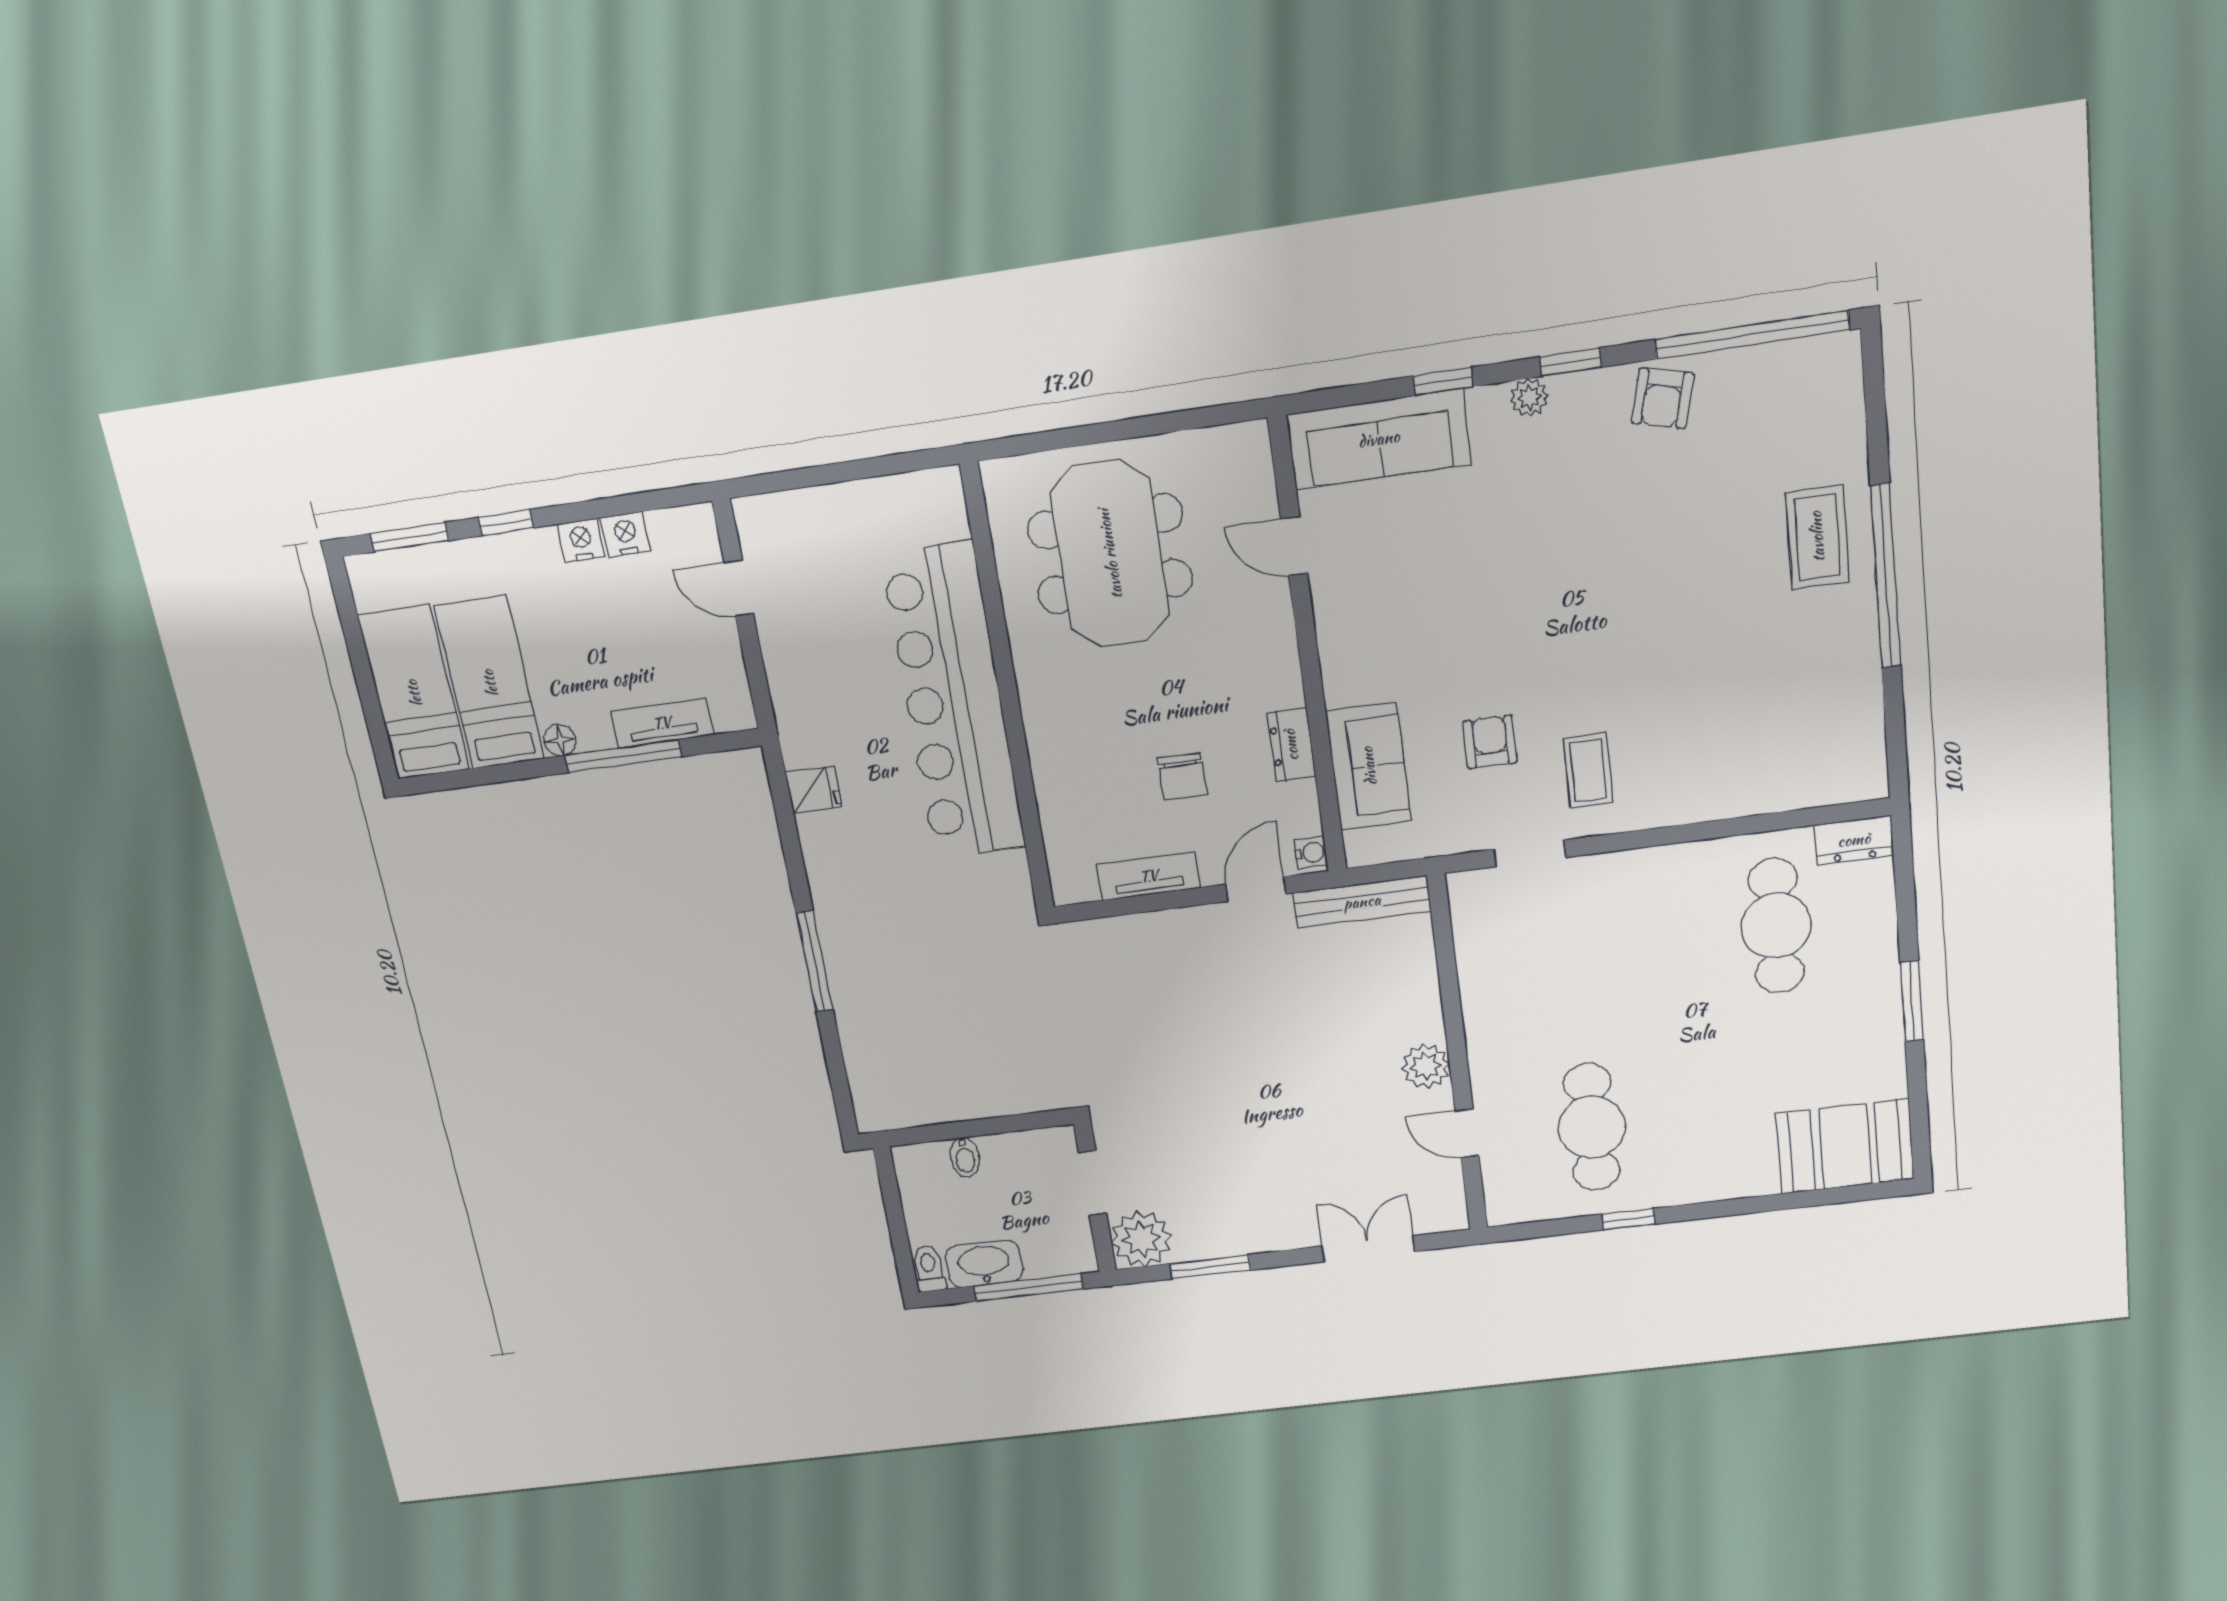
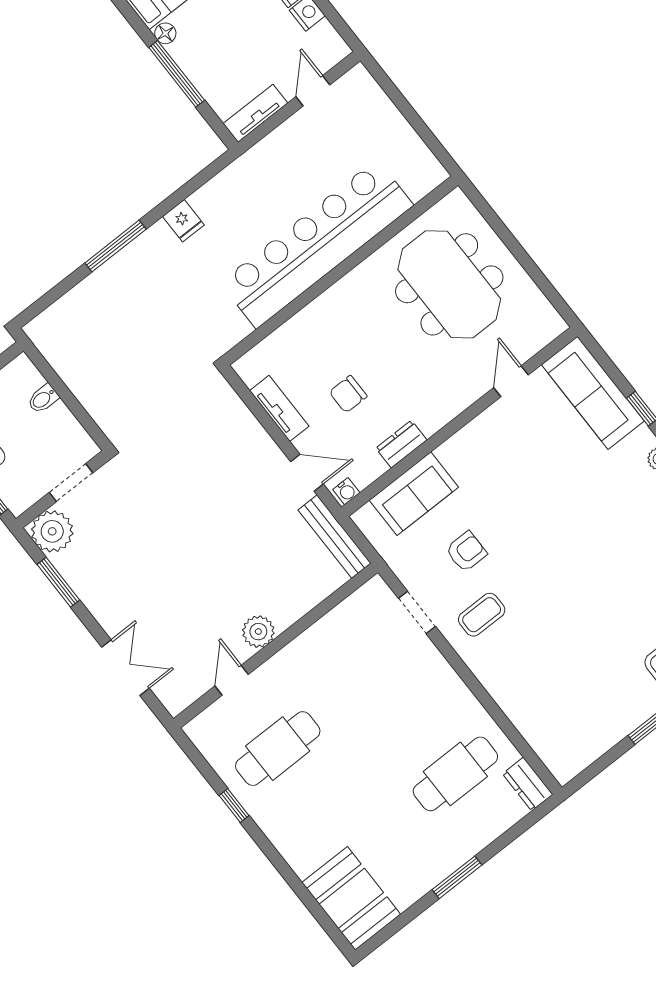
meeting table: (1110, 554) -> (449, 284), turned 90
tv unit: (662, 723) -> (255, 113), moved, turned -90
fridge: (814, 790) -> (183, 221), moved

